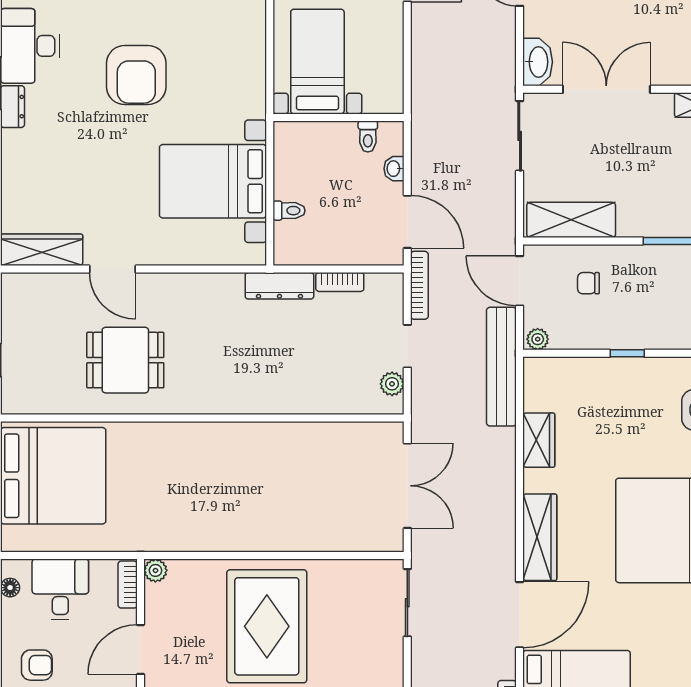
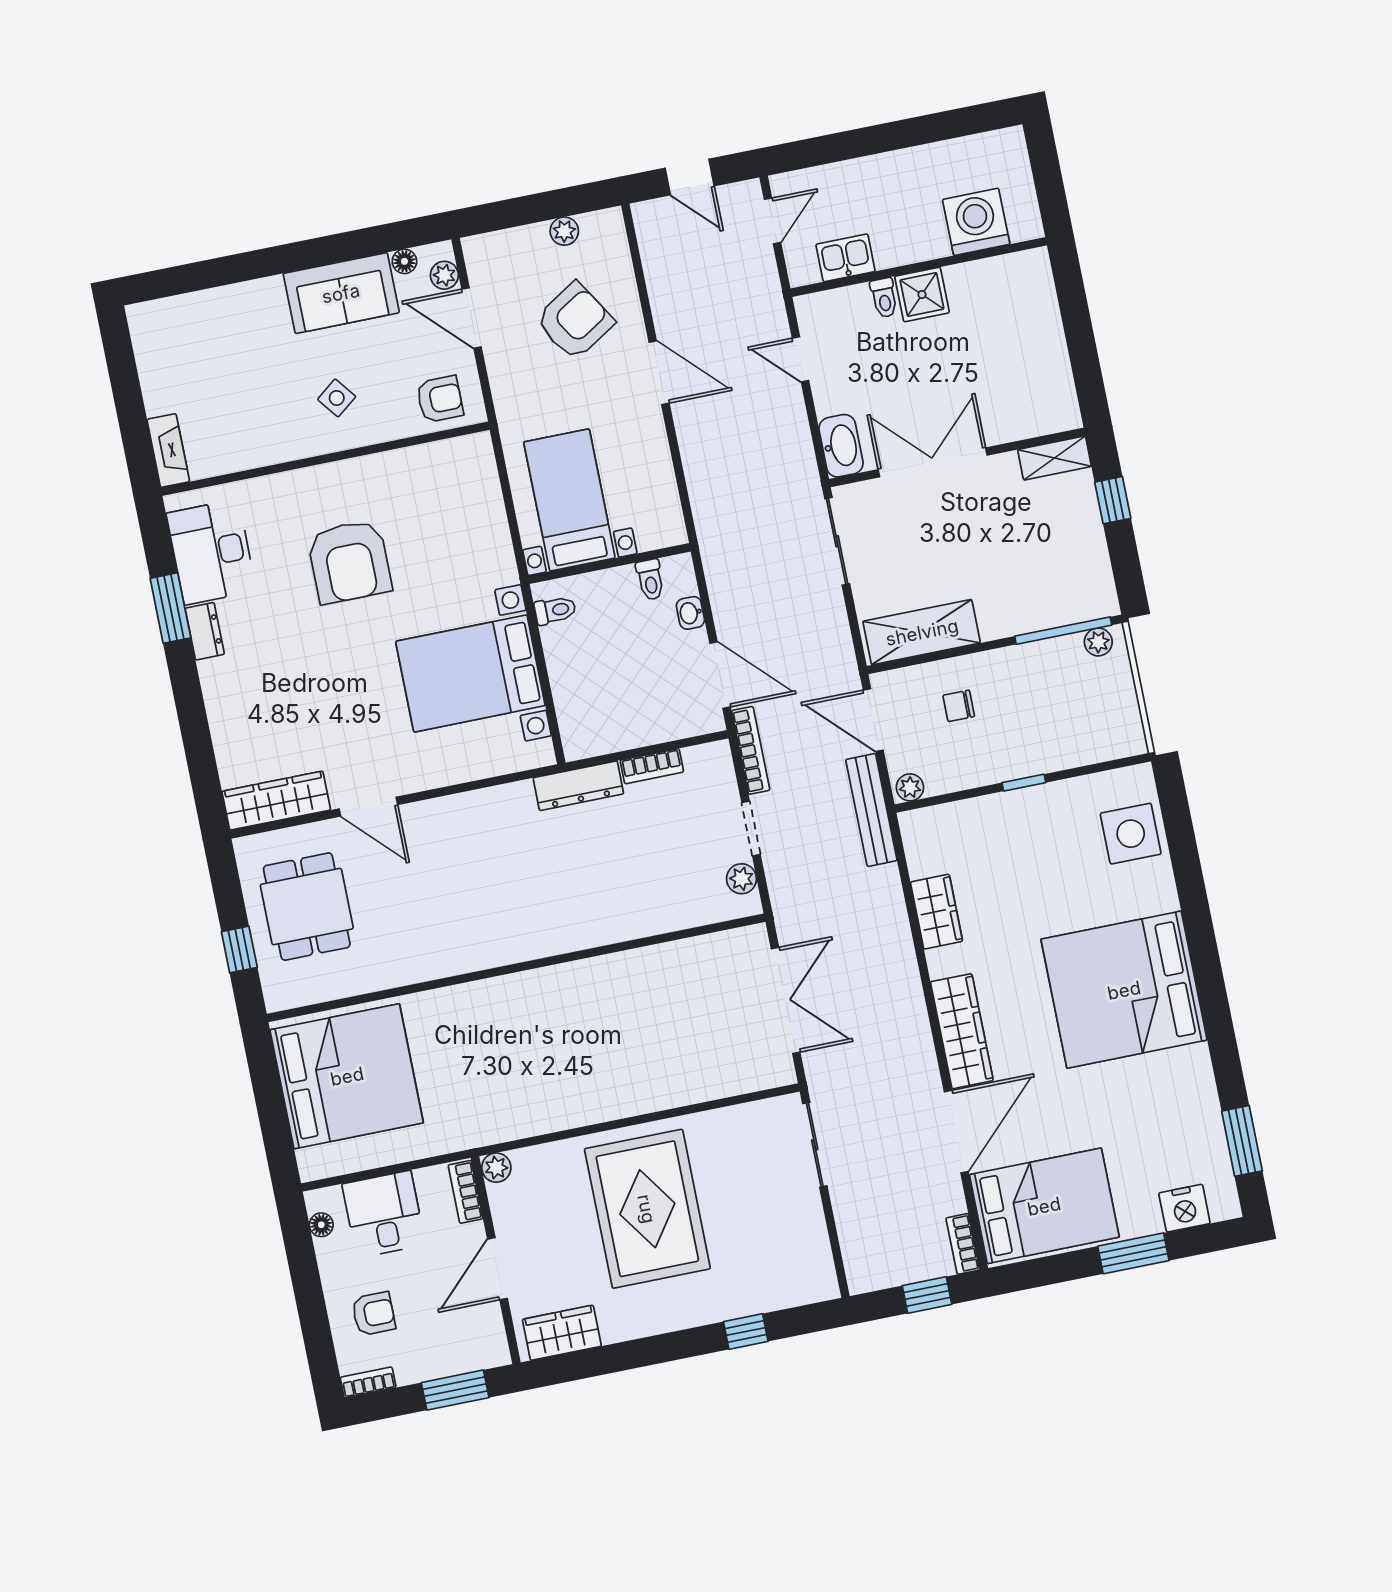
toilet: (289, 211) -> (555, 610), moved
dining table: (125, 360) -> (307, 907), moved, turned 90
bench: (501, 367) -> (871, 810), width x0.73, depth x0.82

